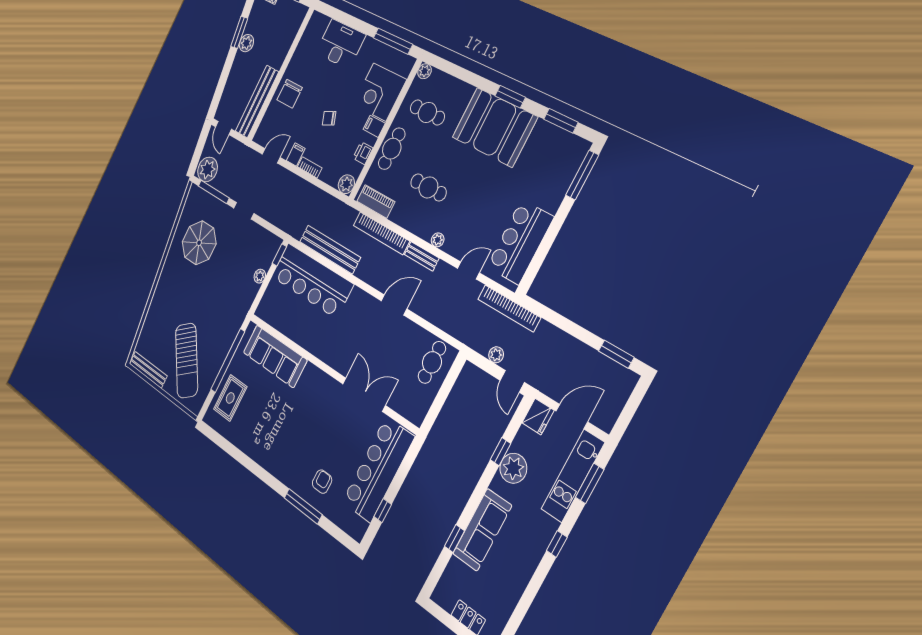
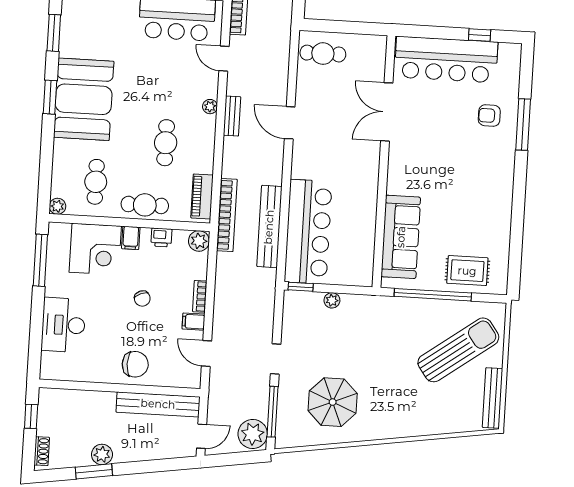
bookcase: (381, 233) -> (227, 215), moved

